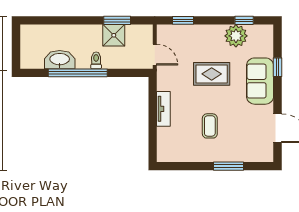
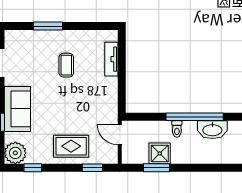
plant: (236, 36) -> (15, 153), moved
rug: (212, 74) -> (71, 146), moved
tv unit: (163, 109) -> (111, 59), moved

